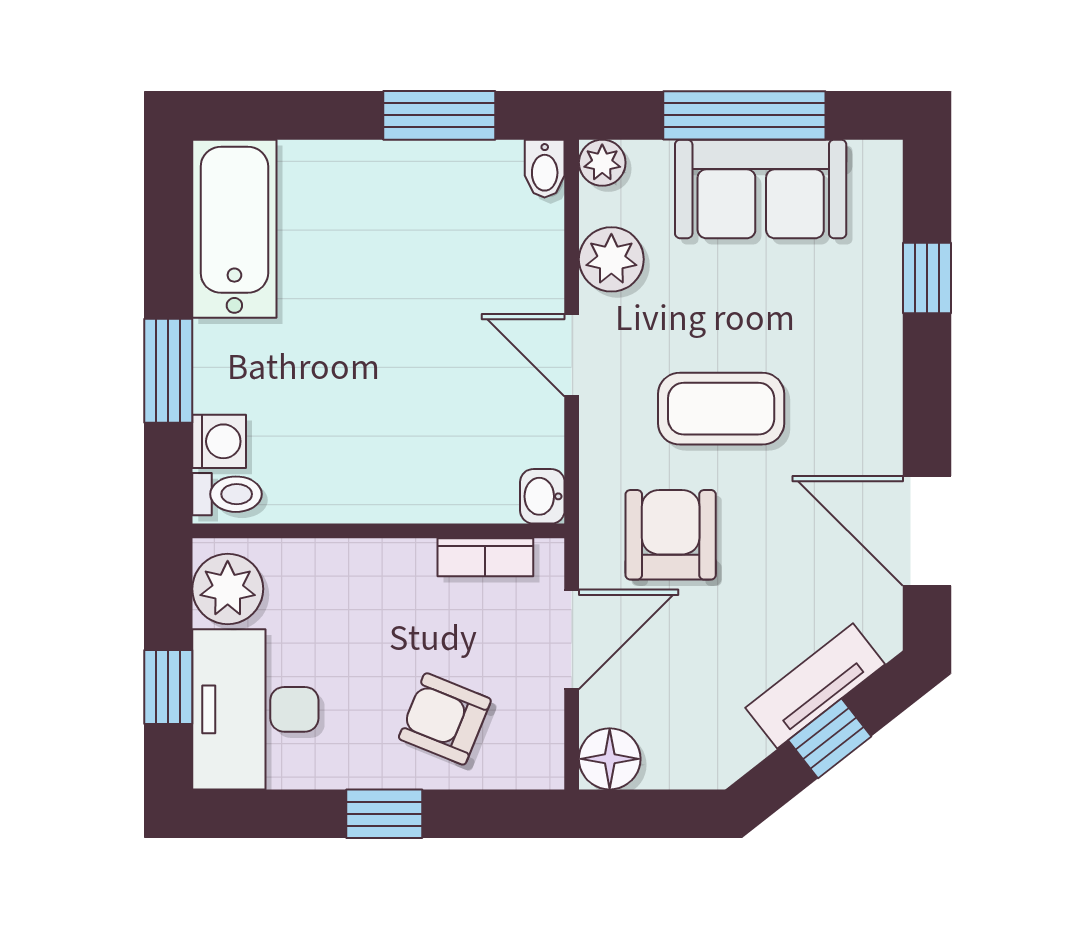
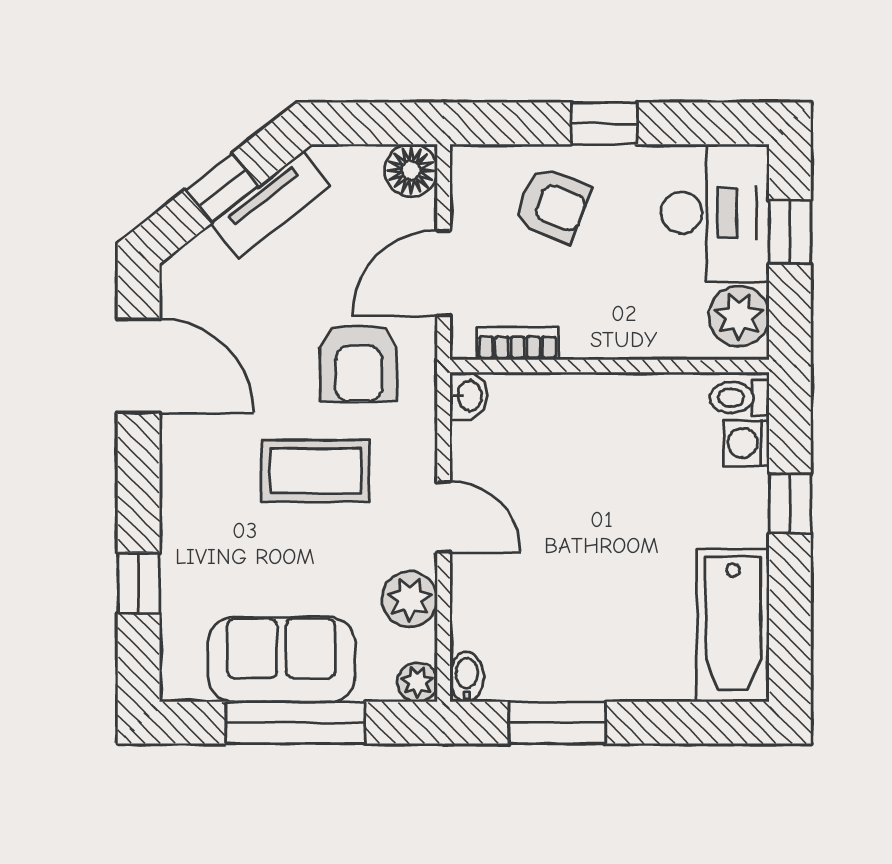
window: (168, 371) -> (790, 504), width x0.67
tv unit: (815, 686) -> (270, 205), moved

